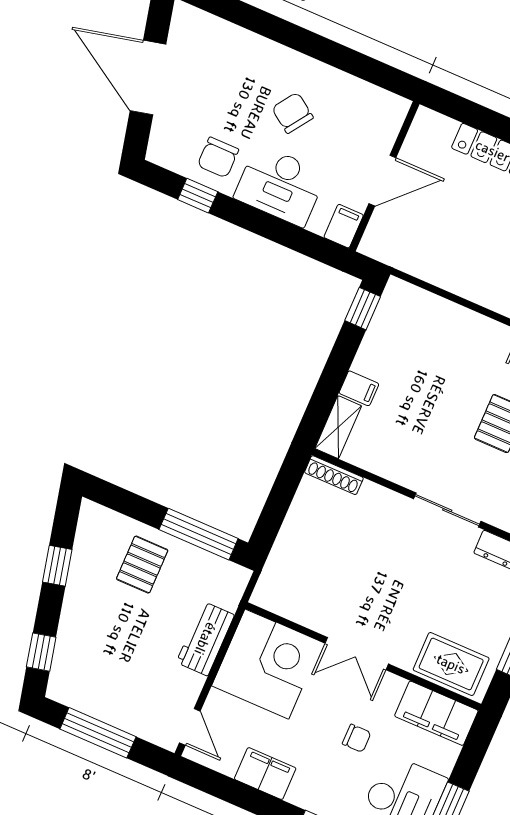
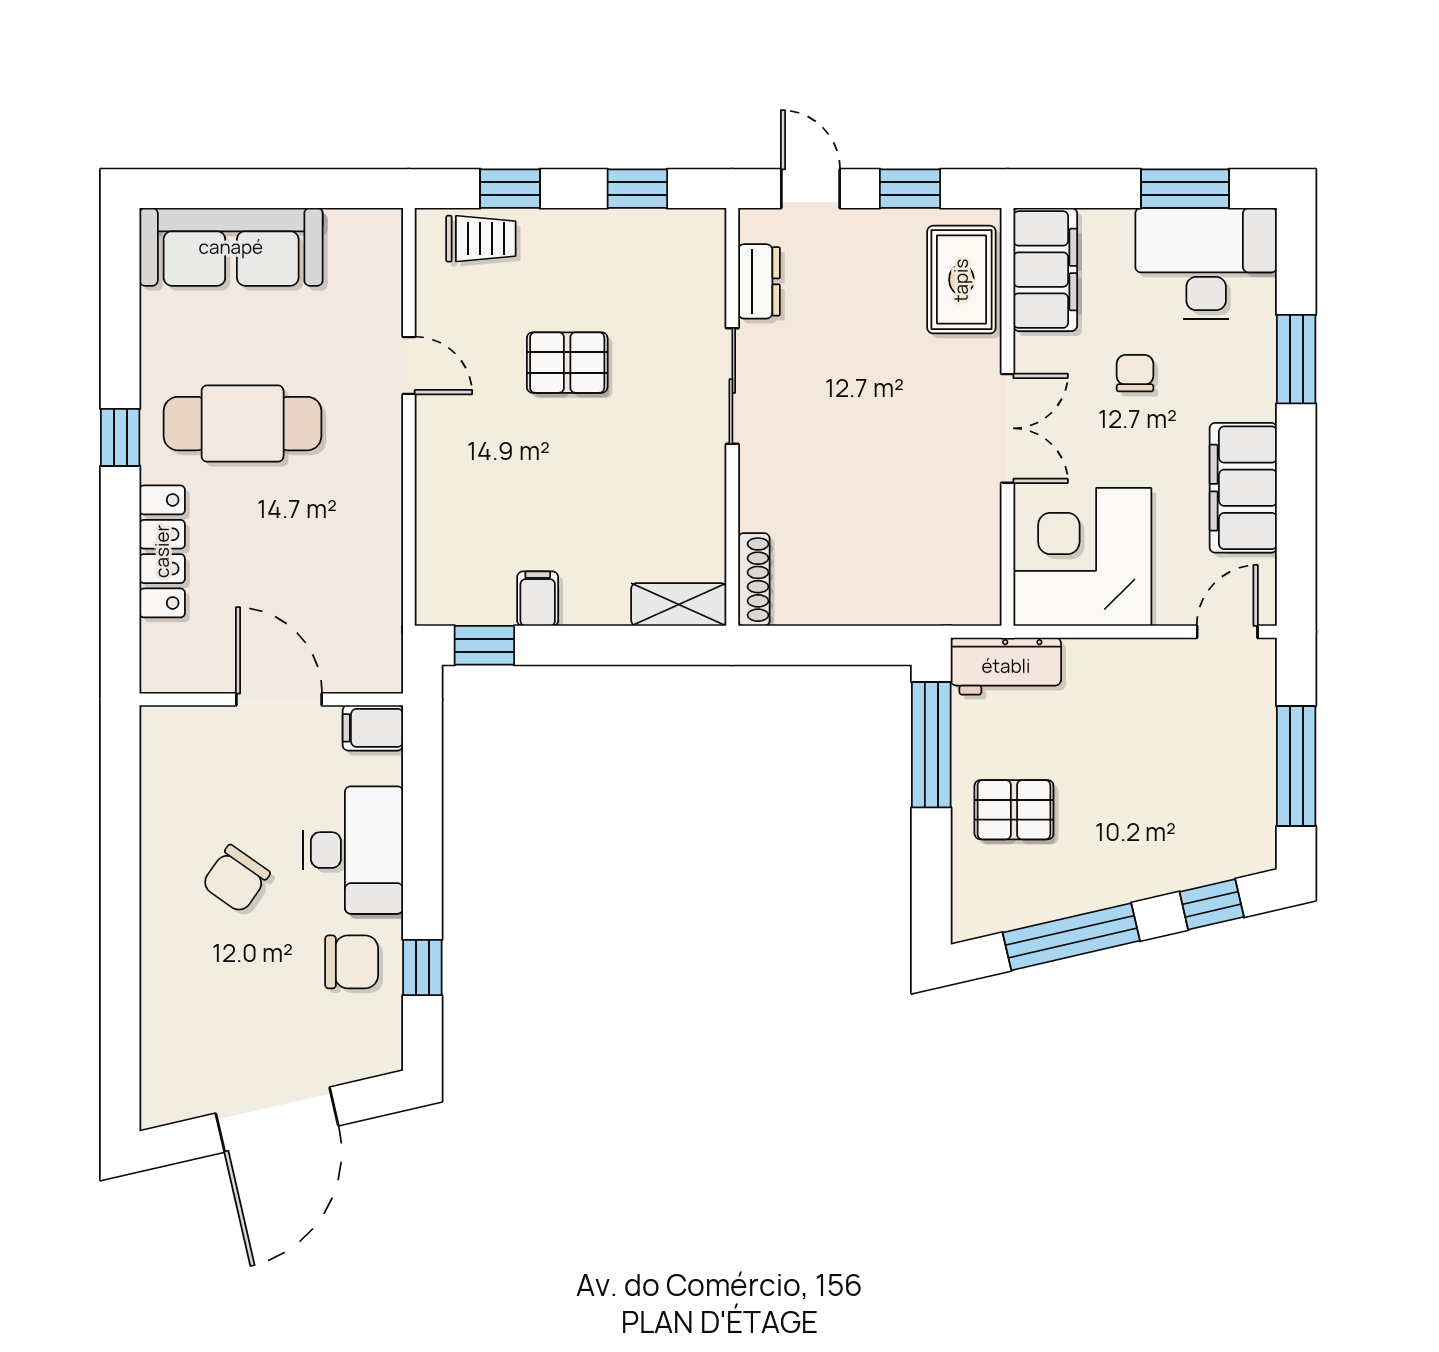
filing cabinet: (359, 388) -> (538, 599), moved
window: (57, 566) -> (1071, 937), width x2.17
workbench: (205, 639) -> (1006, 666), moved
filing cabinet: (265, 774) -> (1243, 488), width x1.50, depth x1.17

